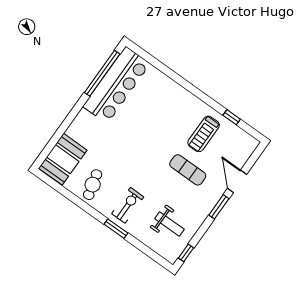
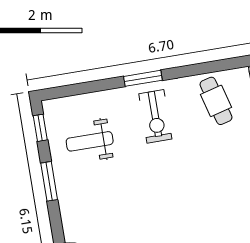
exercise mat: (188, 170) -> (128, 220), removed
window: (219, 207) -> (49, 181), moved

